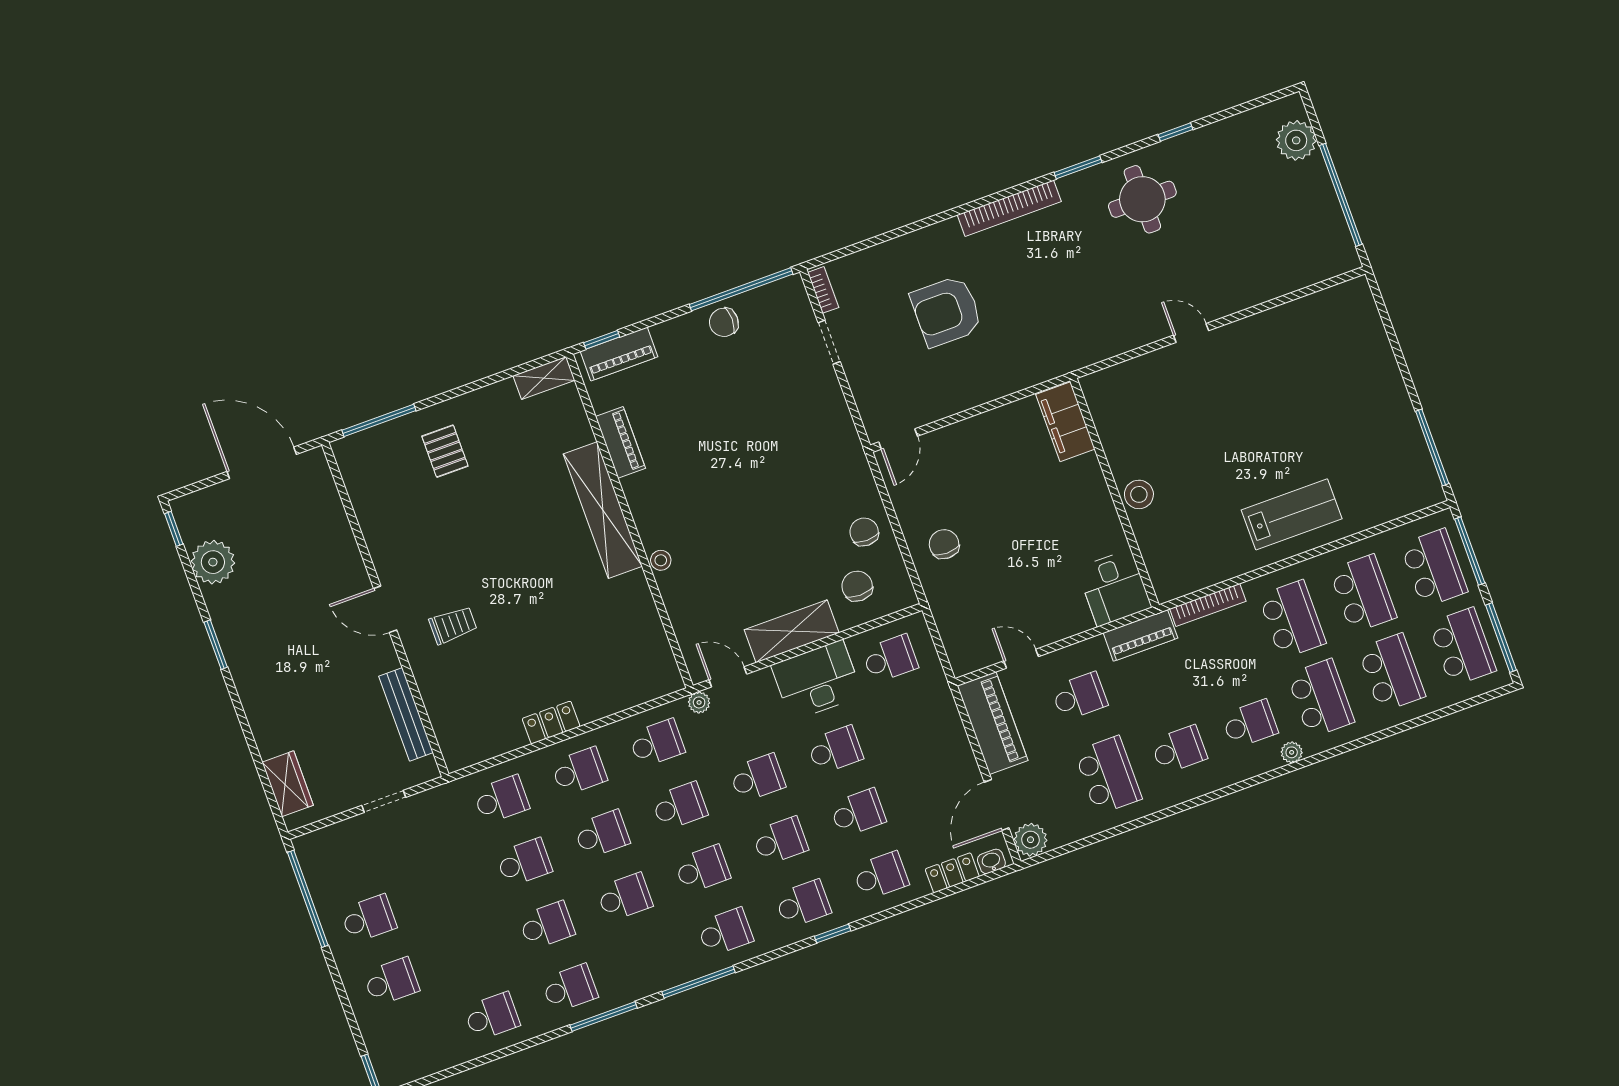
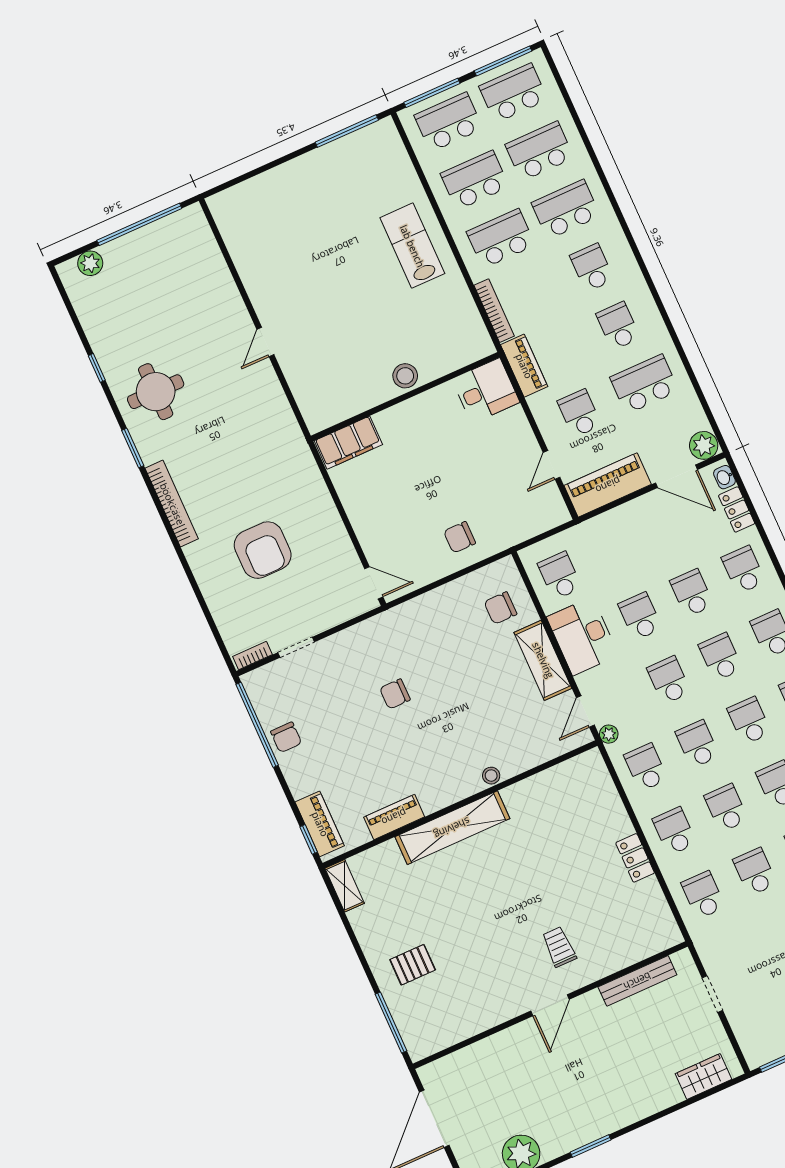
plant: (1296, 140) -> (90, 263), width x0.73, depth x0.73
chair: (864, 532) -> (395, 694), moved
plant: (1292, 752) -> (613, 230), removed

